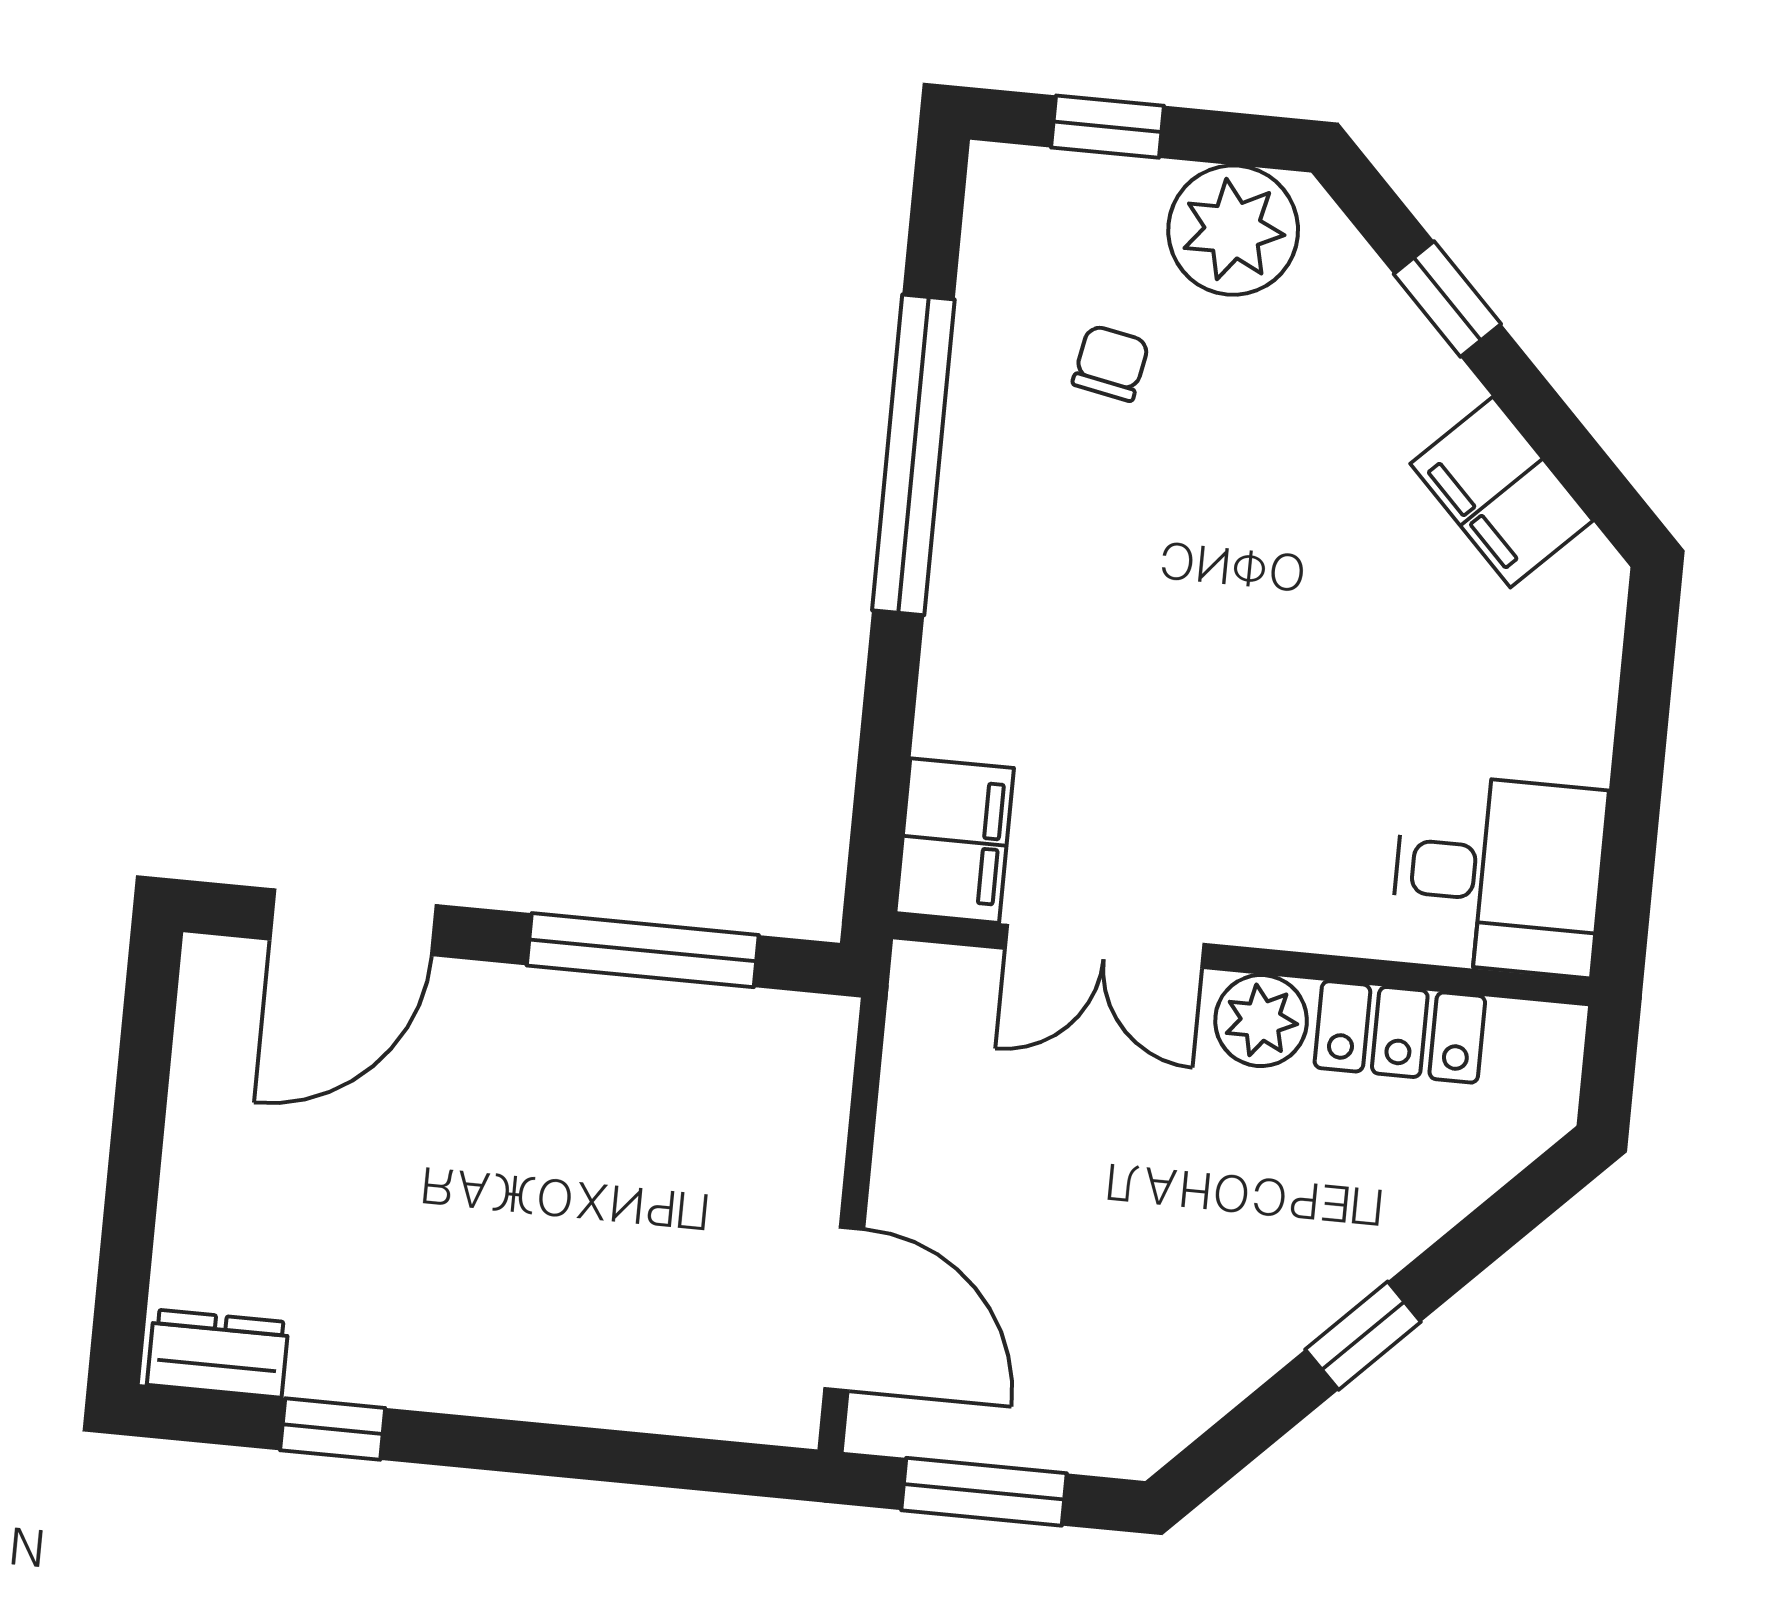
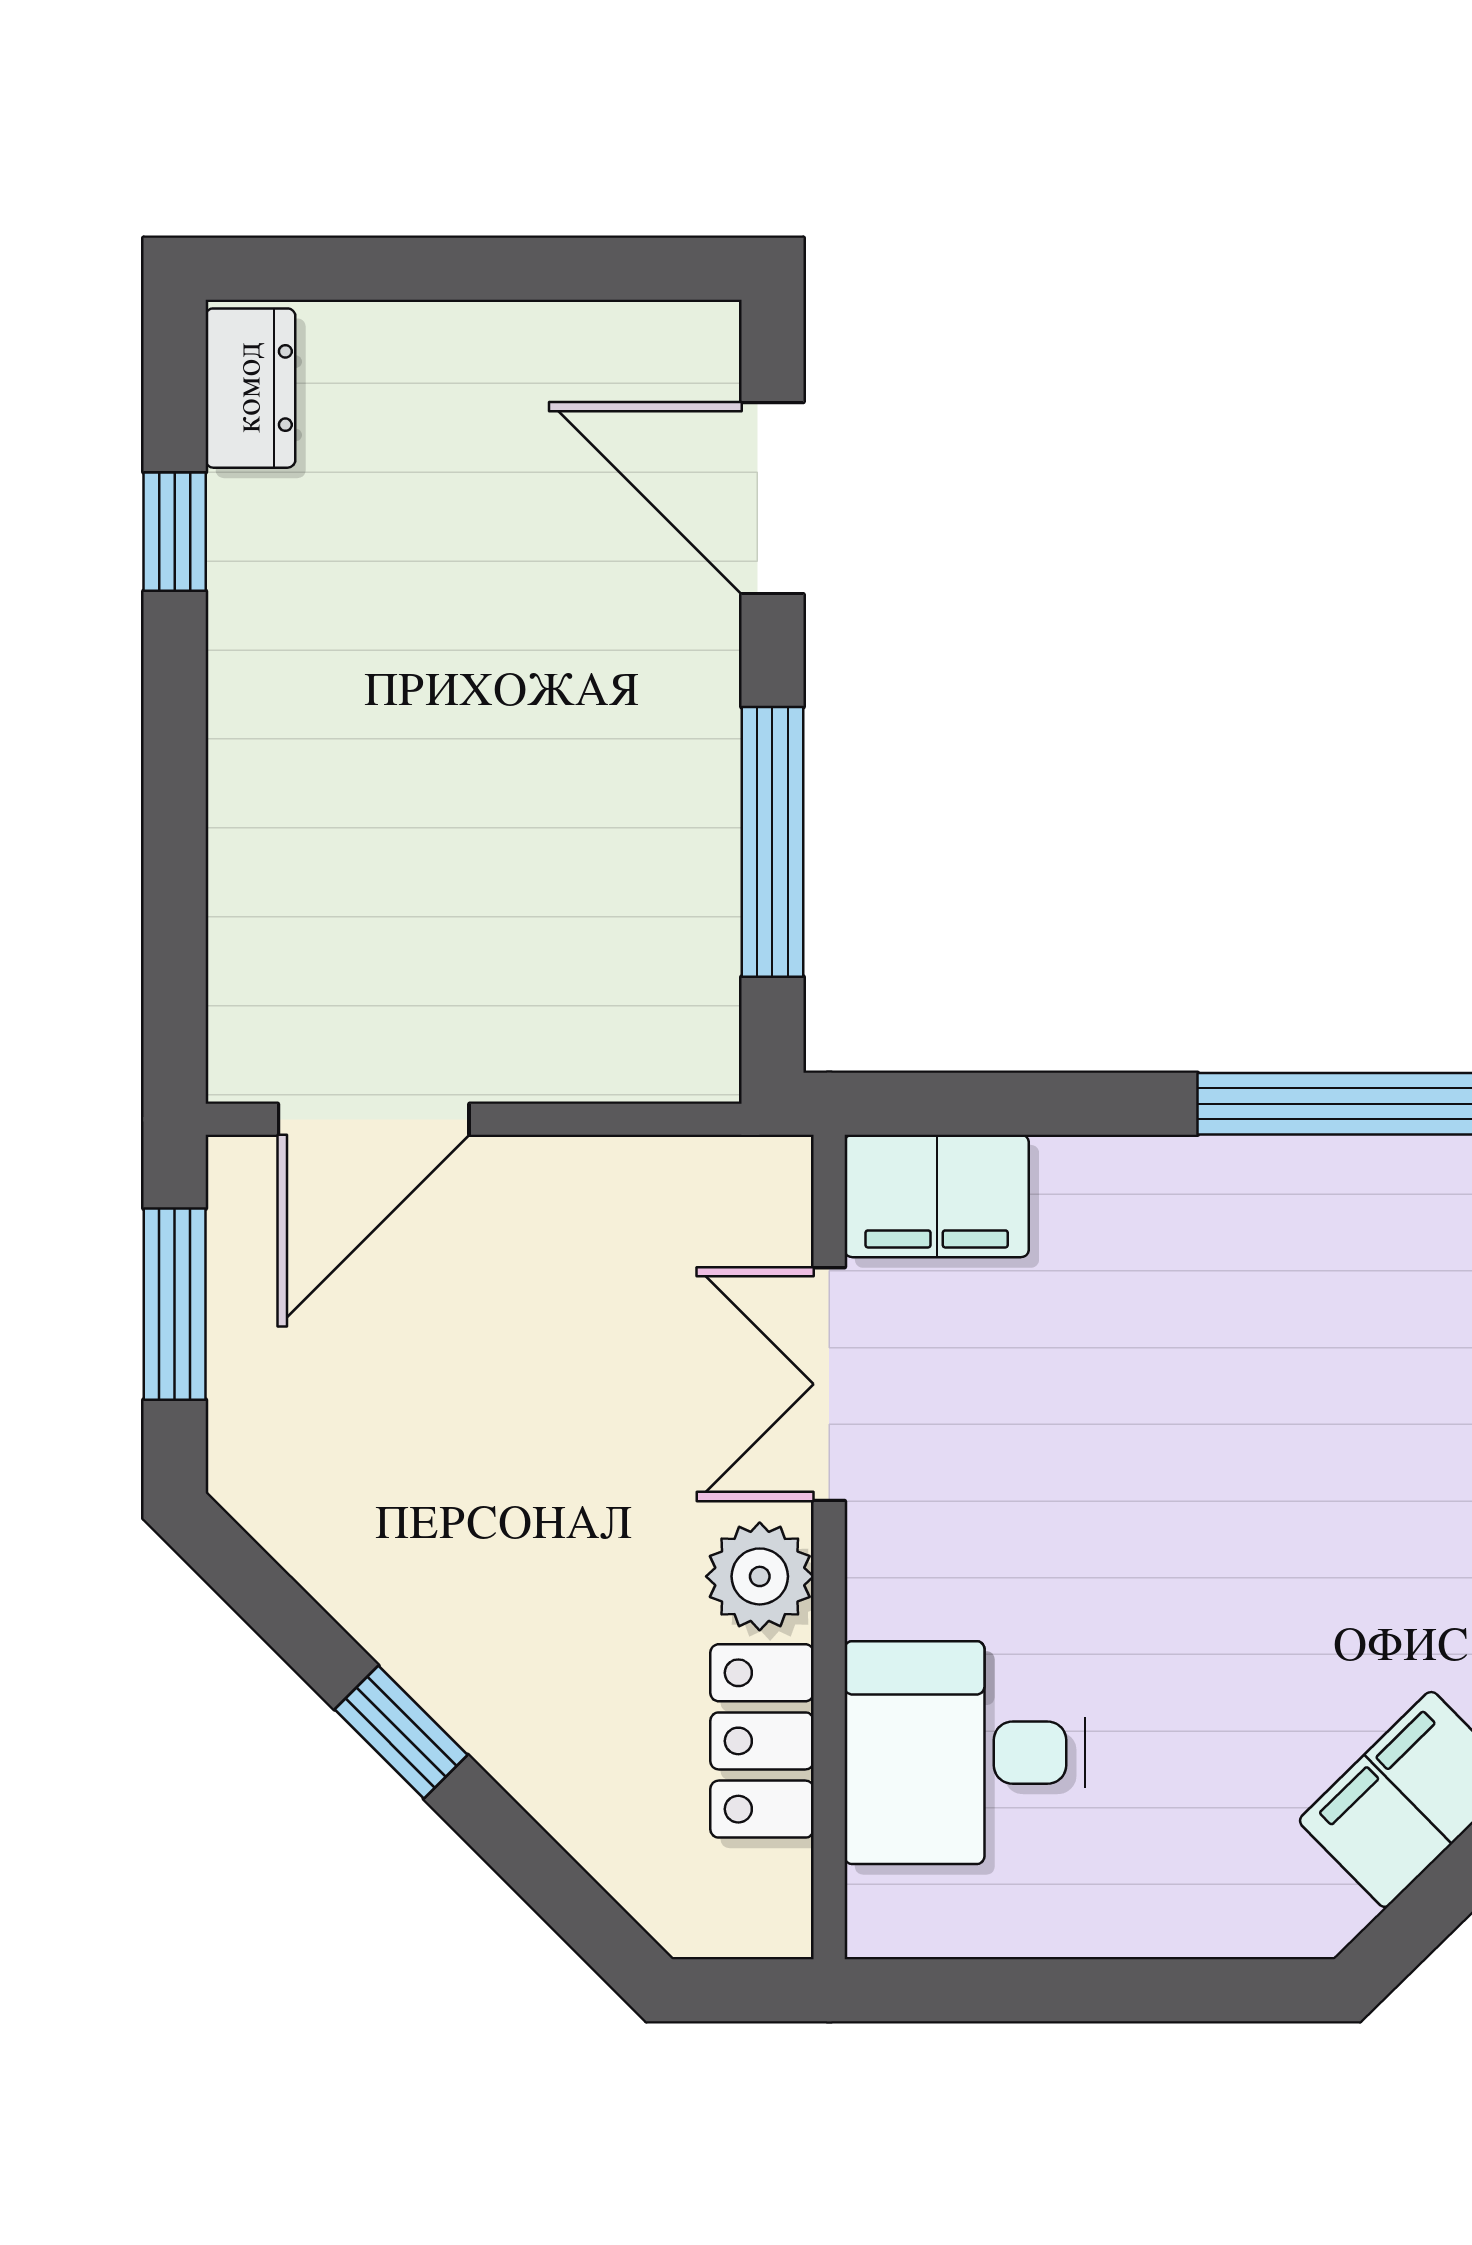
desk: (1498, 875) -> (965, 1753), moved, turned 90

